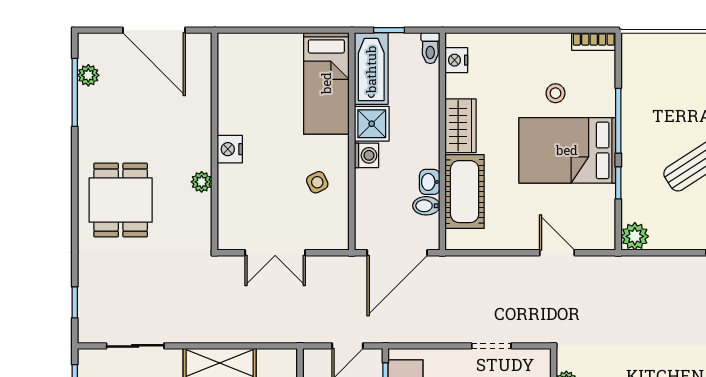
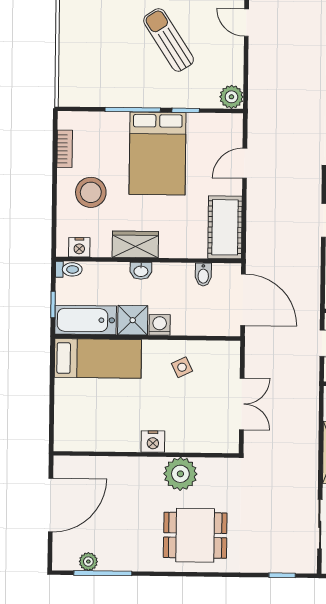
bookcase: (594, 42) -> (65, 149), moved
stool: (555, 93) -> (91, 192), moved, width x1.89, depth x1.89
plant: (202, 182) -> (180, 474), width x1.88, depth x1.88
washbasin: (430, 182) -> (141, 271), moved
cot: (465, 192) -> (225, 227), moved, turned 90

